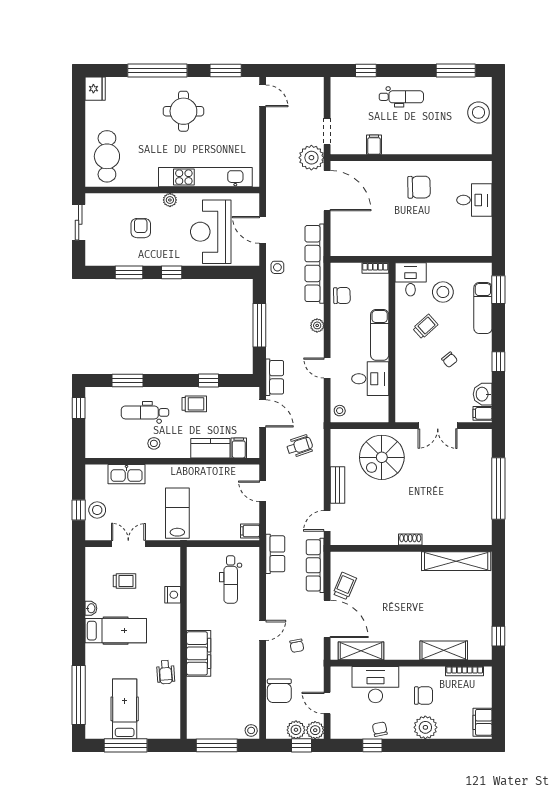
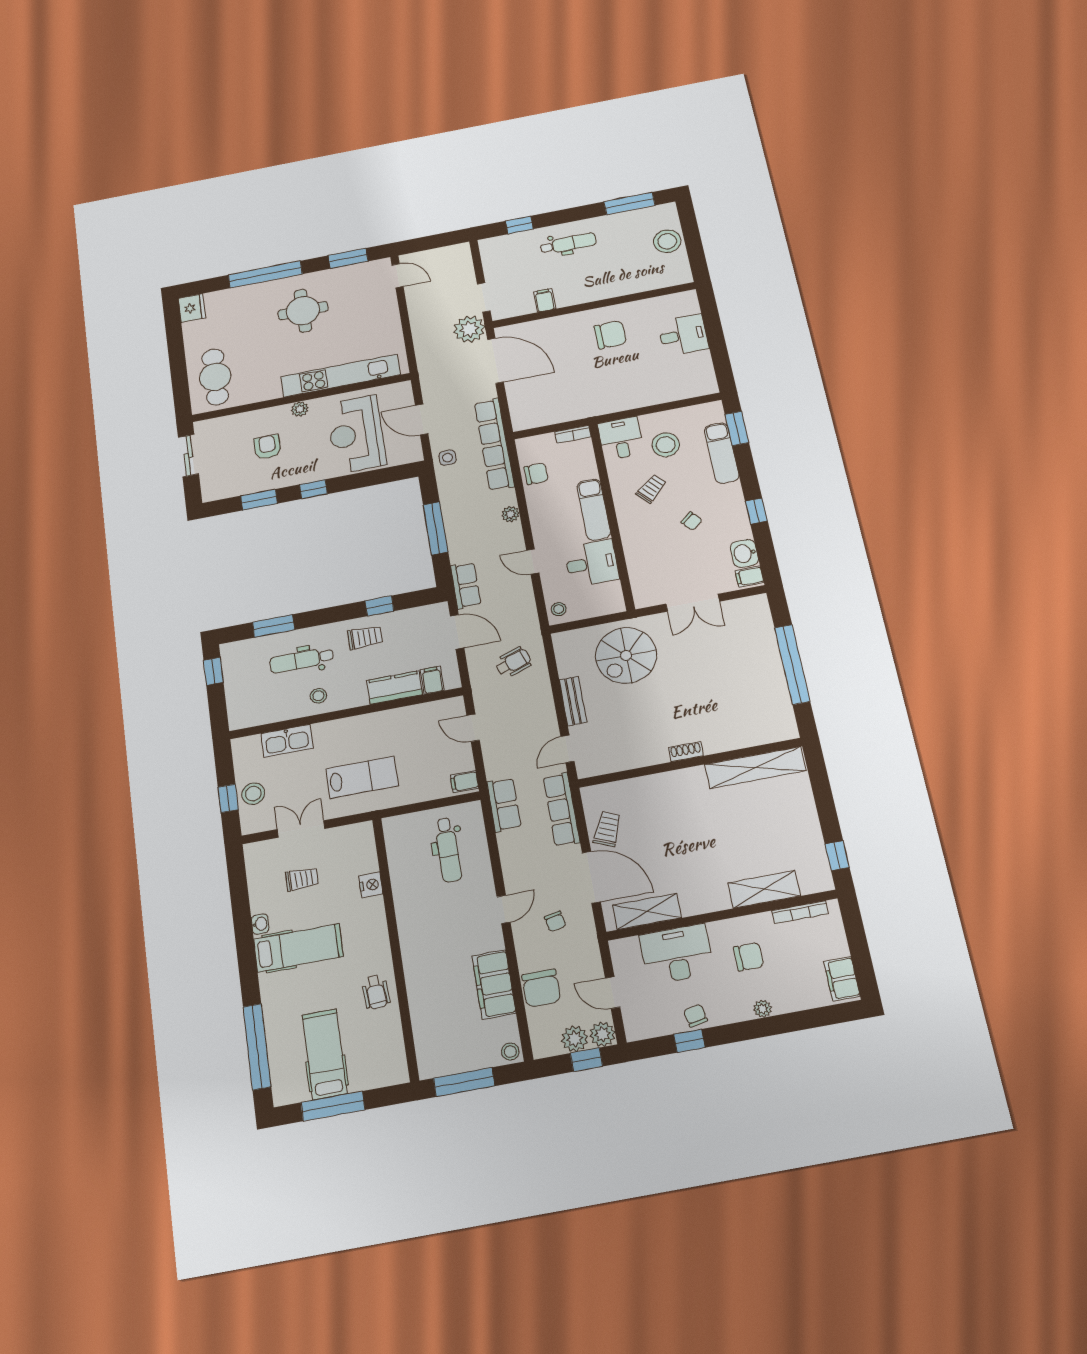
lab bench: (177, 513) -> (362, 777), turned 90
filing cabinet: (199, 653) -> (494, 984), moved, turned 180
plant: (425, 727) -> (763, 1009), width x0.53, depth x0.53

